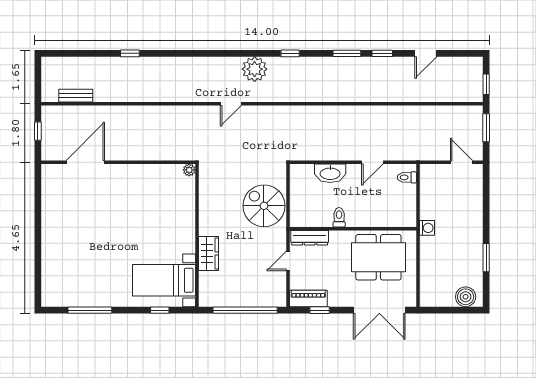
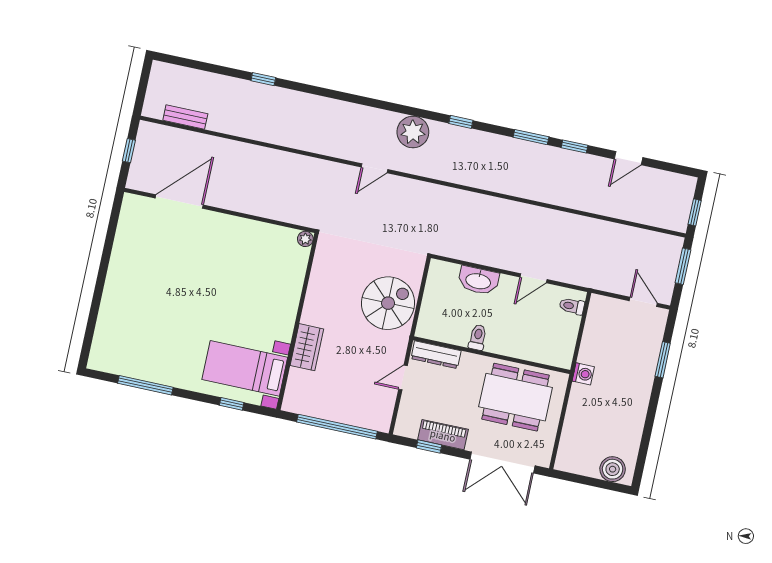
spiral stairs: (264, 206) -> (388, 303), turned 90
window: (486, 258) -> (663, 360), moved
piano: (308, 298) -> (443, 435), moved

